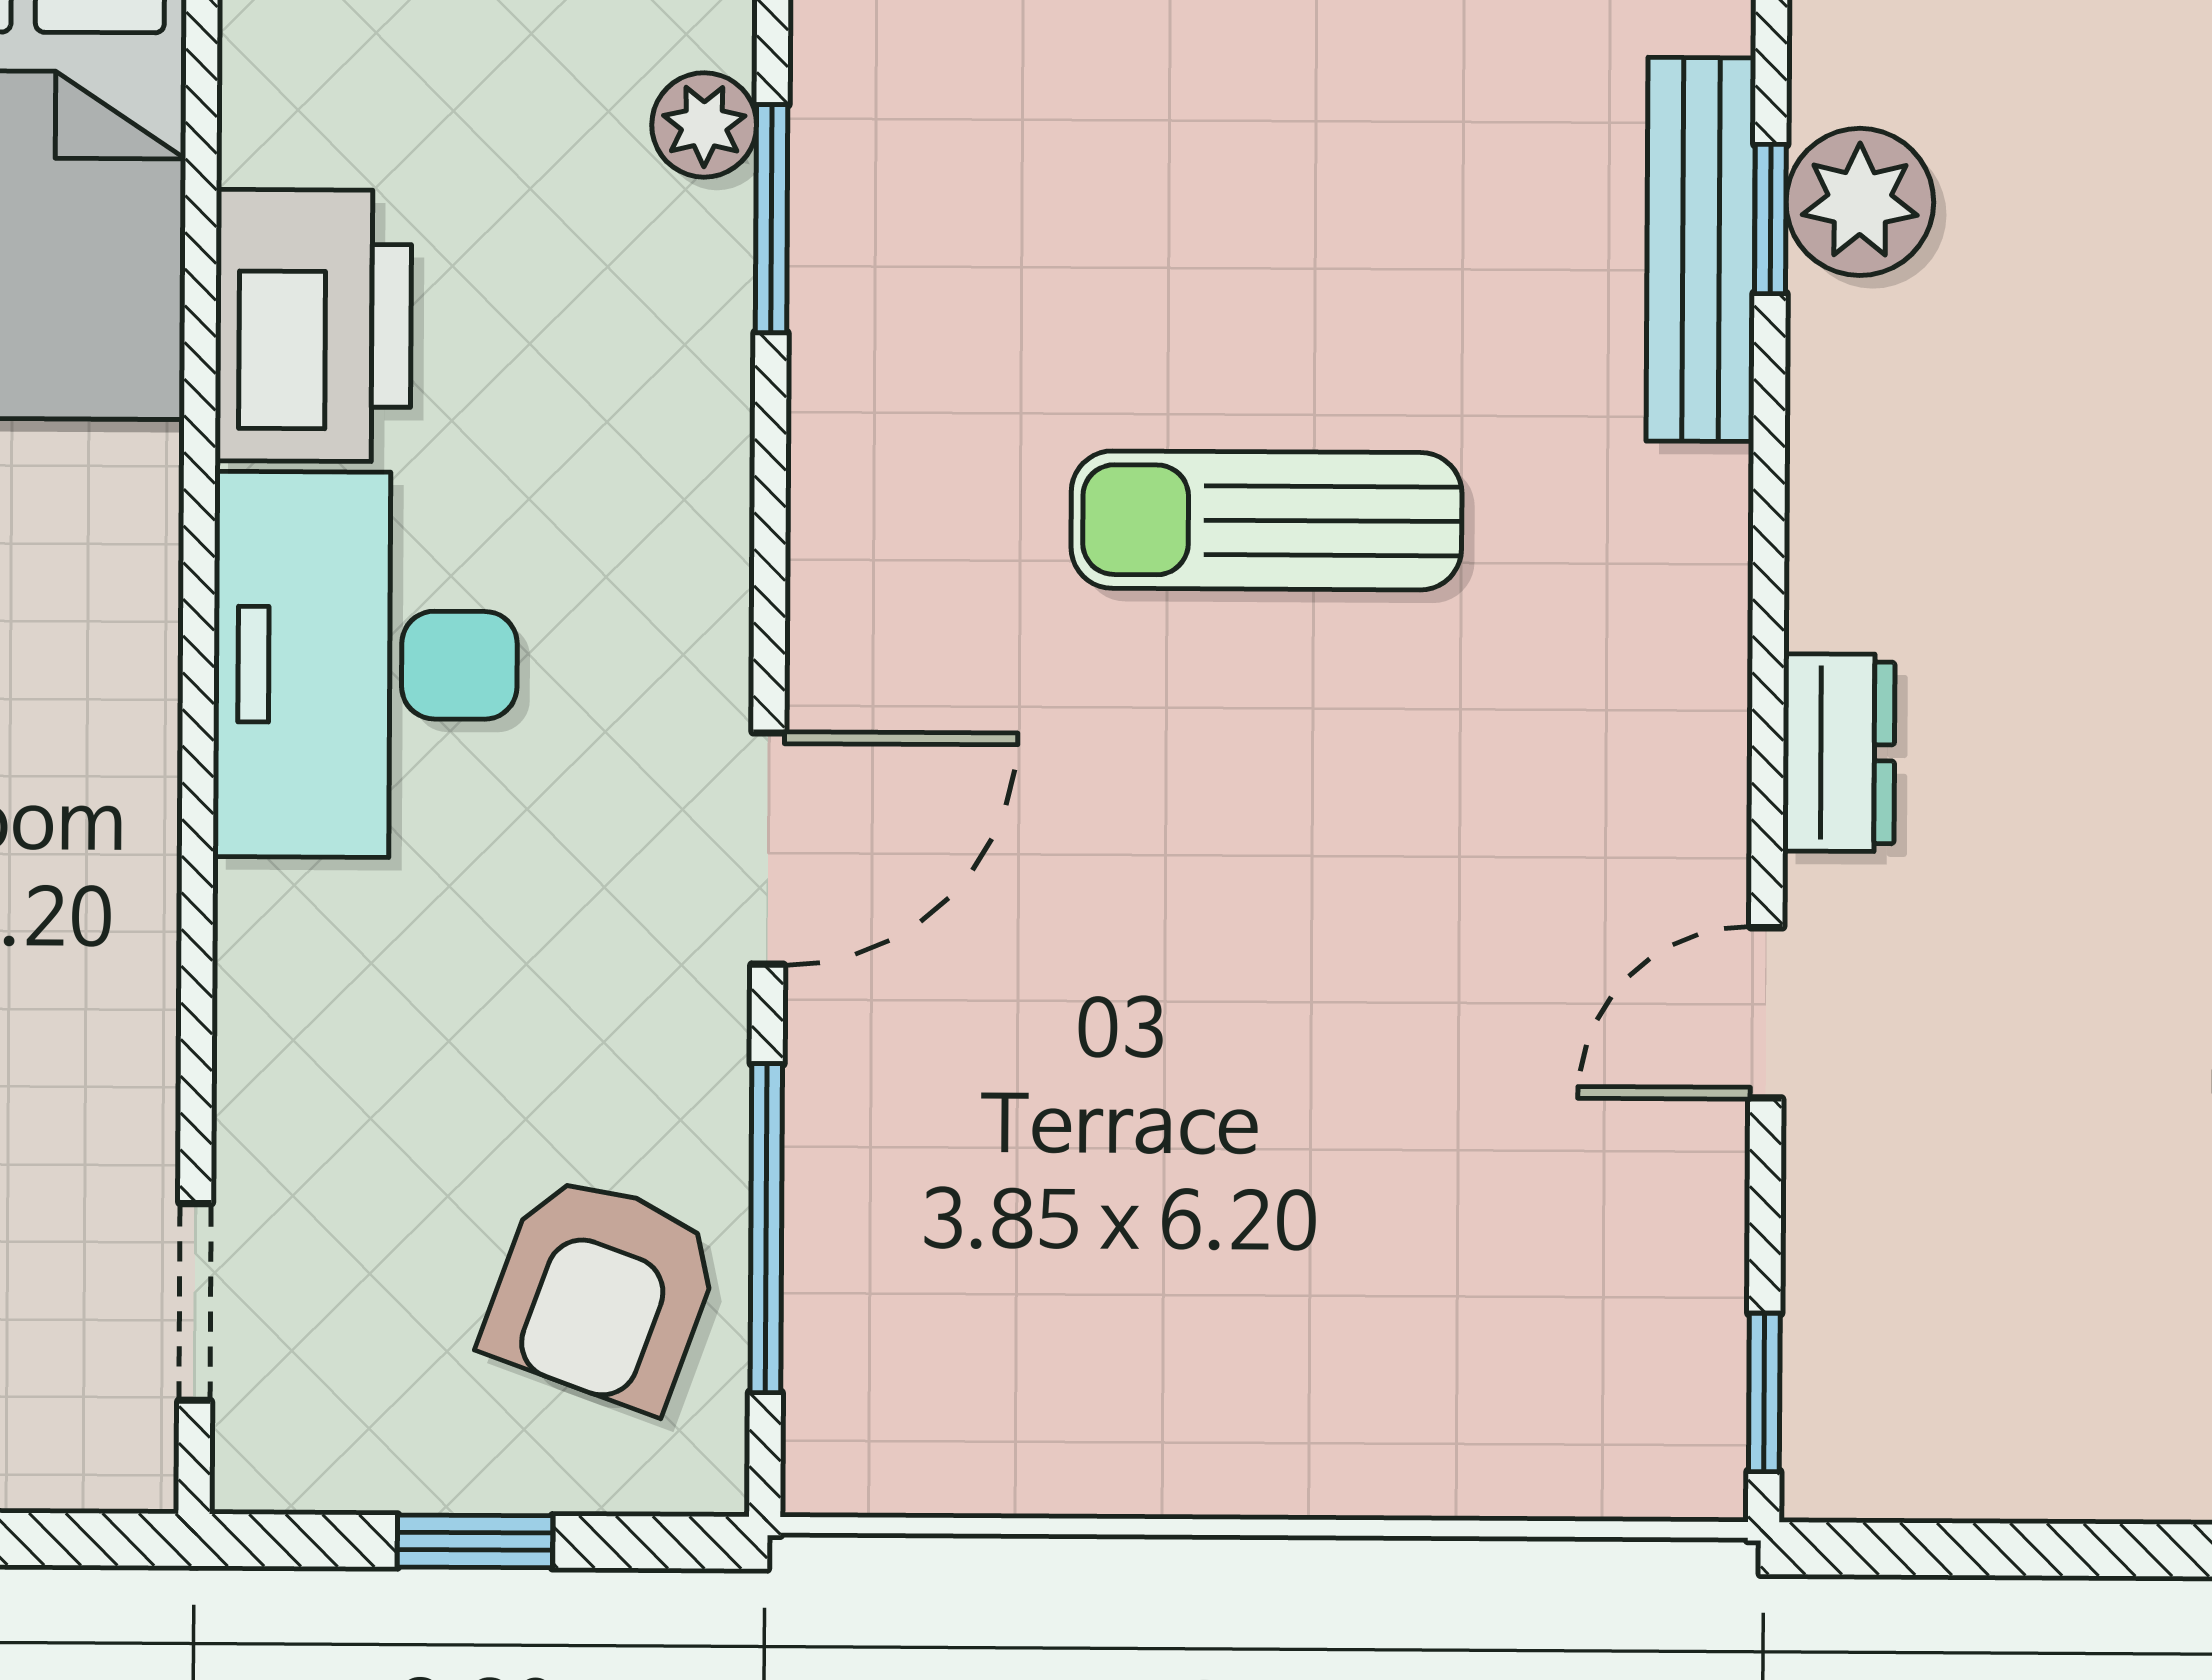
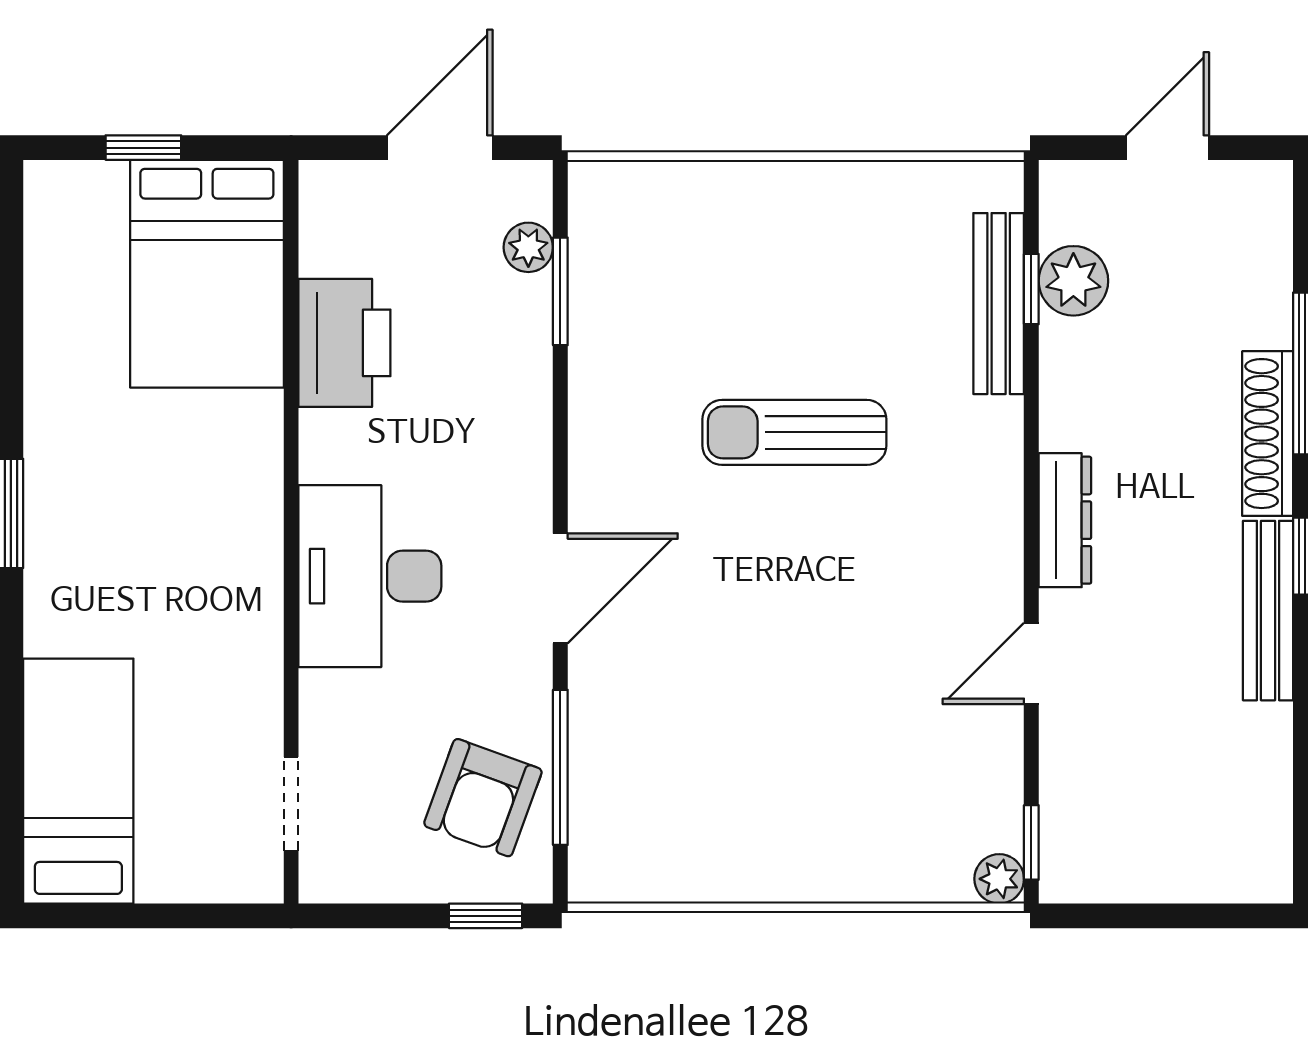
desk: (365, 665) -> (370, 576), moved
dresser: (1839, 753) -> (1065, 520), width x1.44
plant: (1696, 1469) -> (999, 879), added
window: (475, 1541) -> (486, 916), moved

